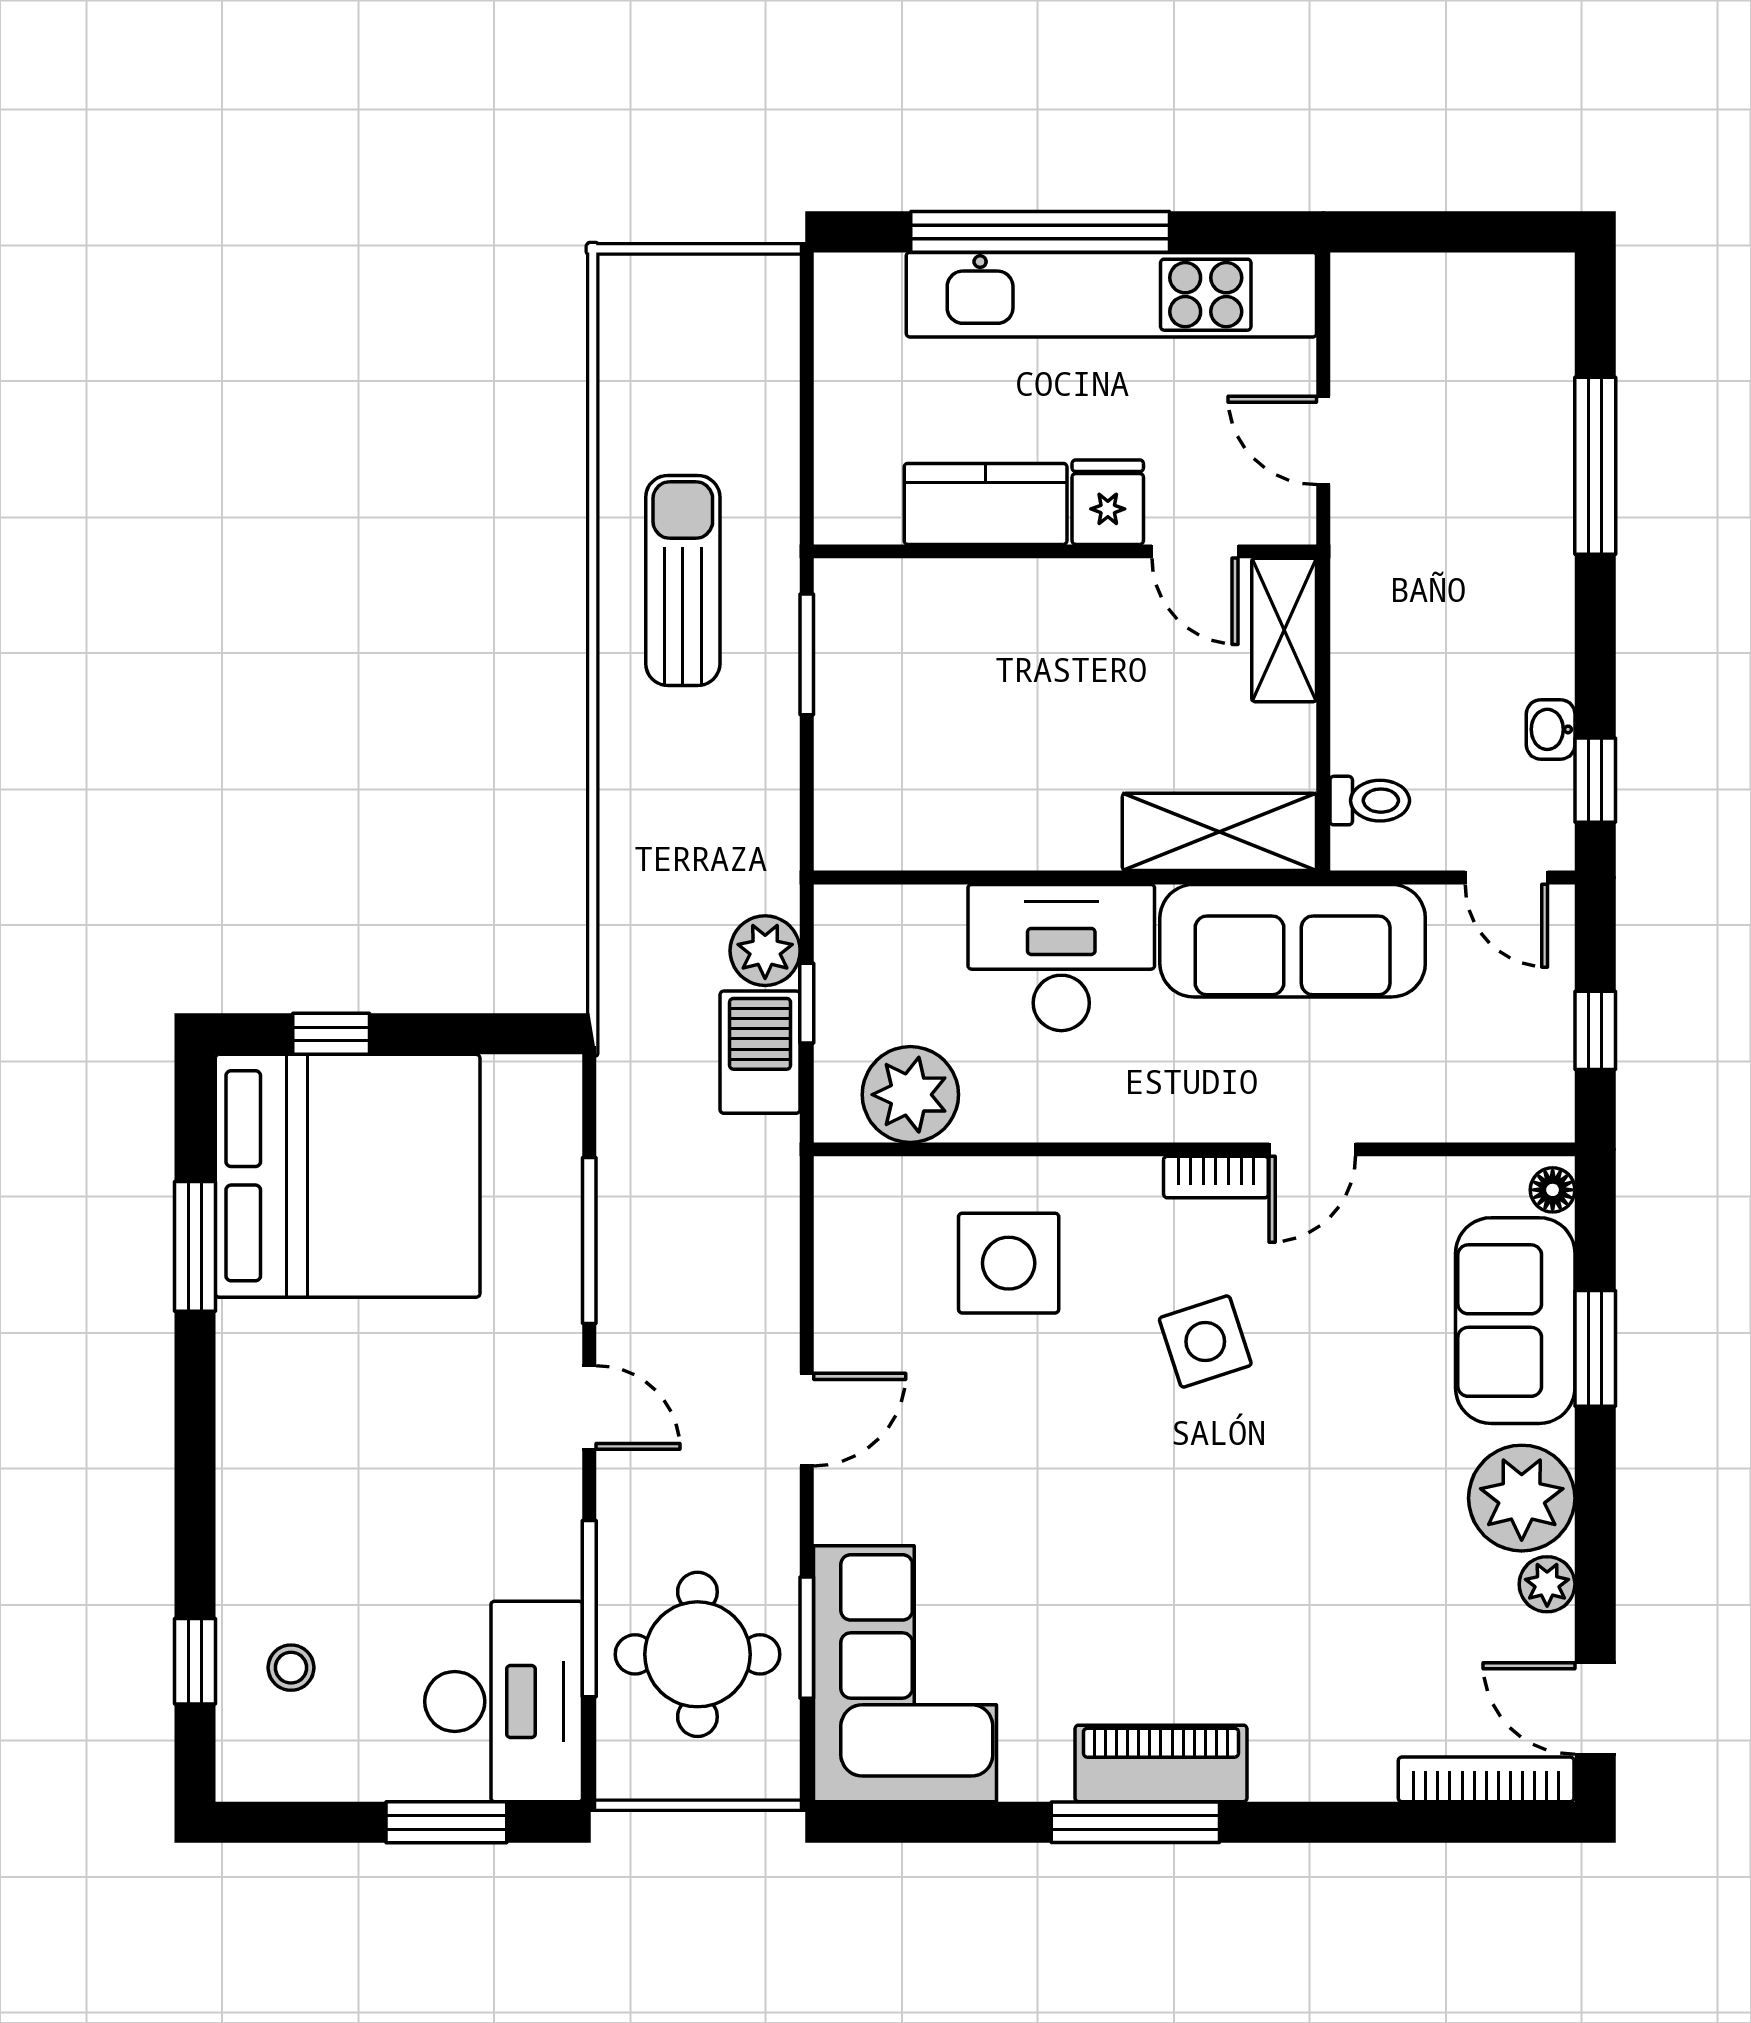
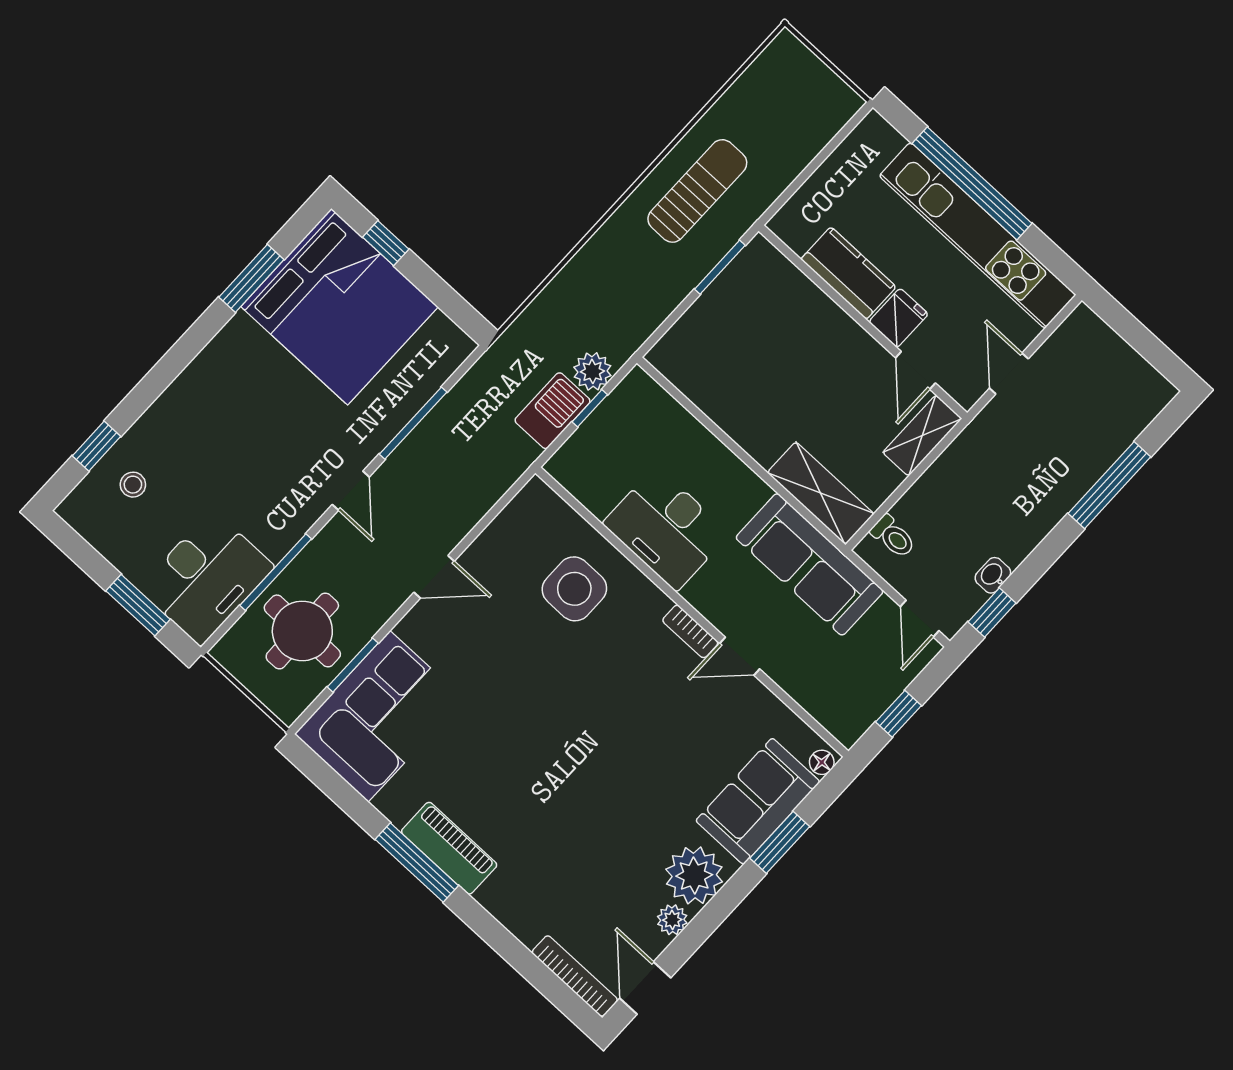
desk: (1061, 958) -> (666, 529), moved, turned 180
plant: (910, 1095) -> (597, 484), removed
side table: (1205, 1342) -> (625, 694), removed

